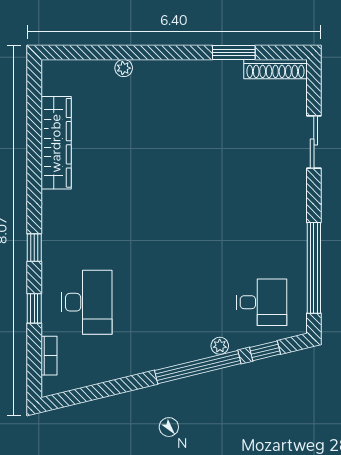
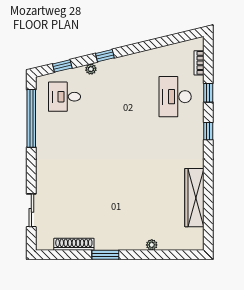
window: (234, 52) -> (105, 255), moved
shoe rack: (275, 69) -> (74, 244), moved
sliding door: (314, 142) -> (31, 210), moved
window: (198, 367) -> (105, 56), width x0.32

